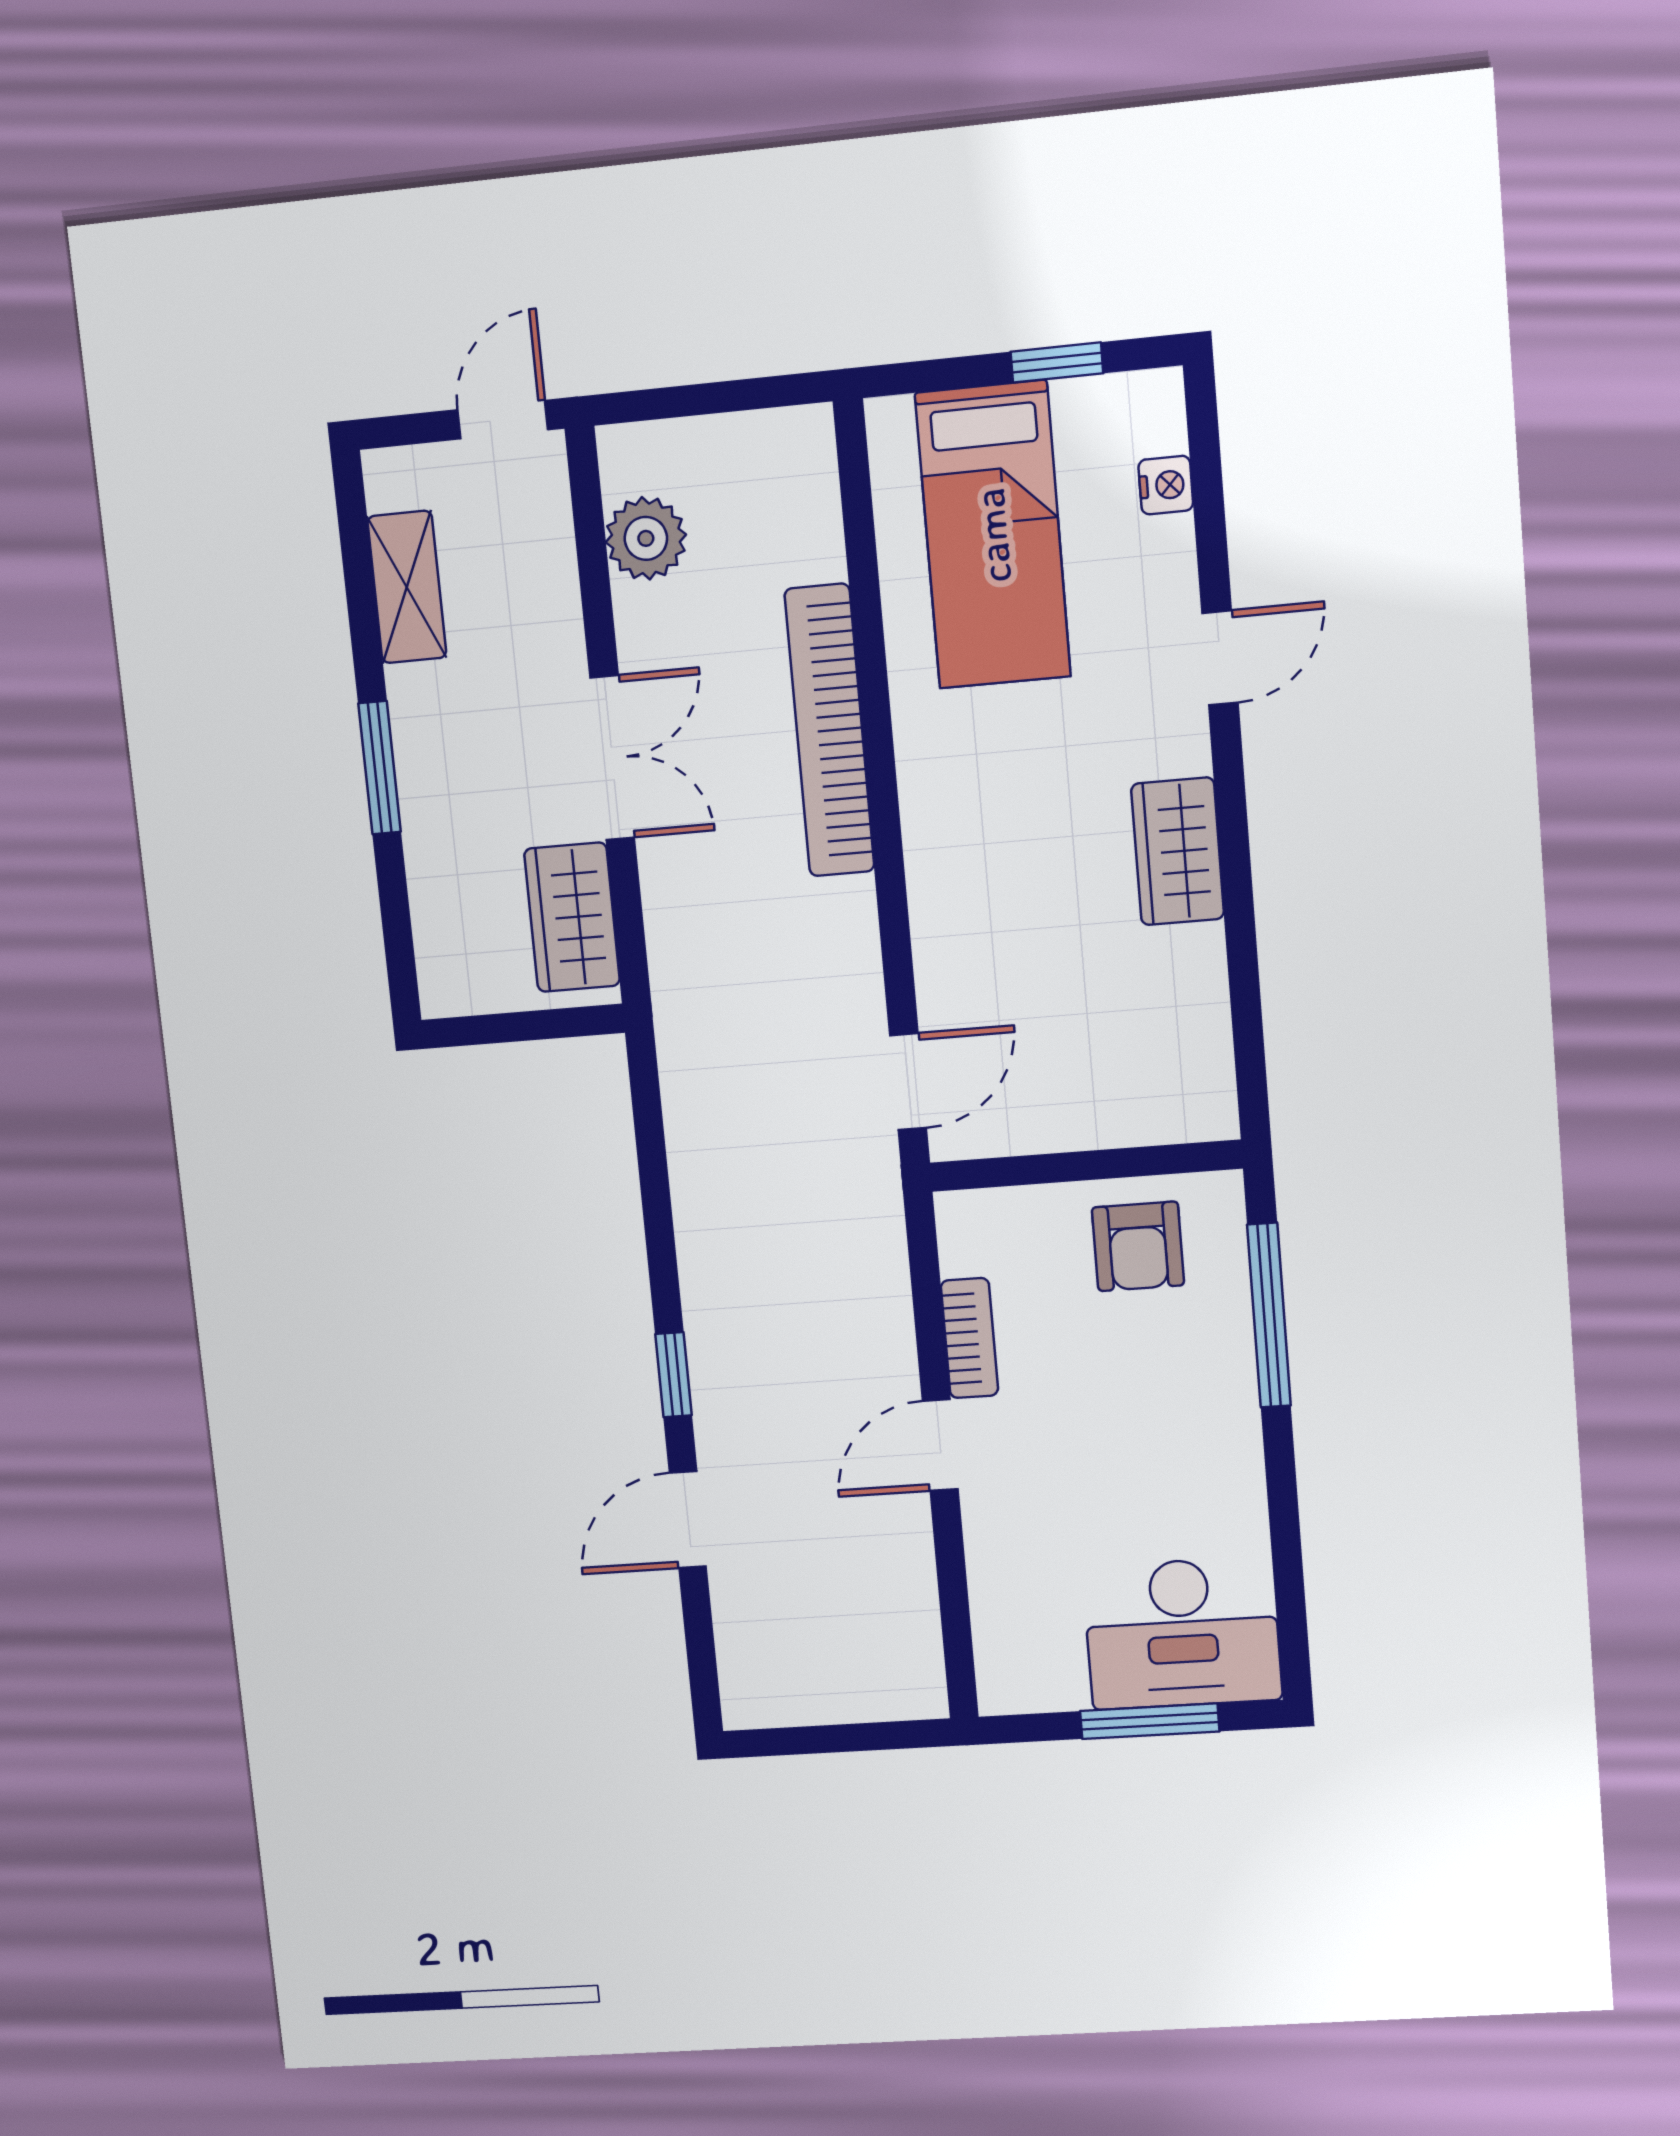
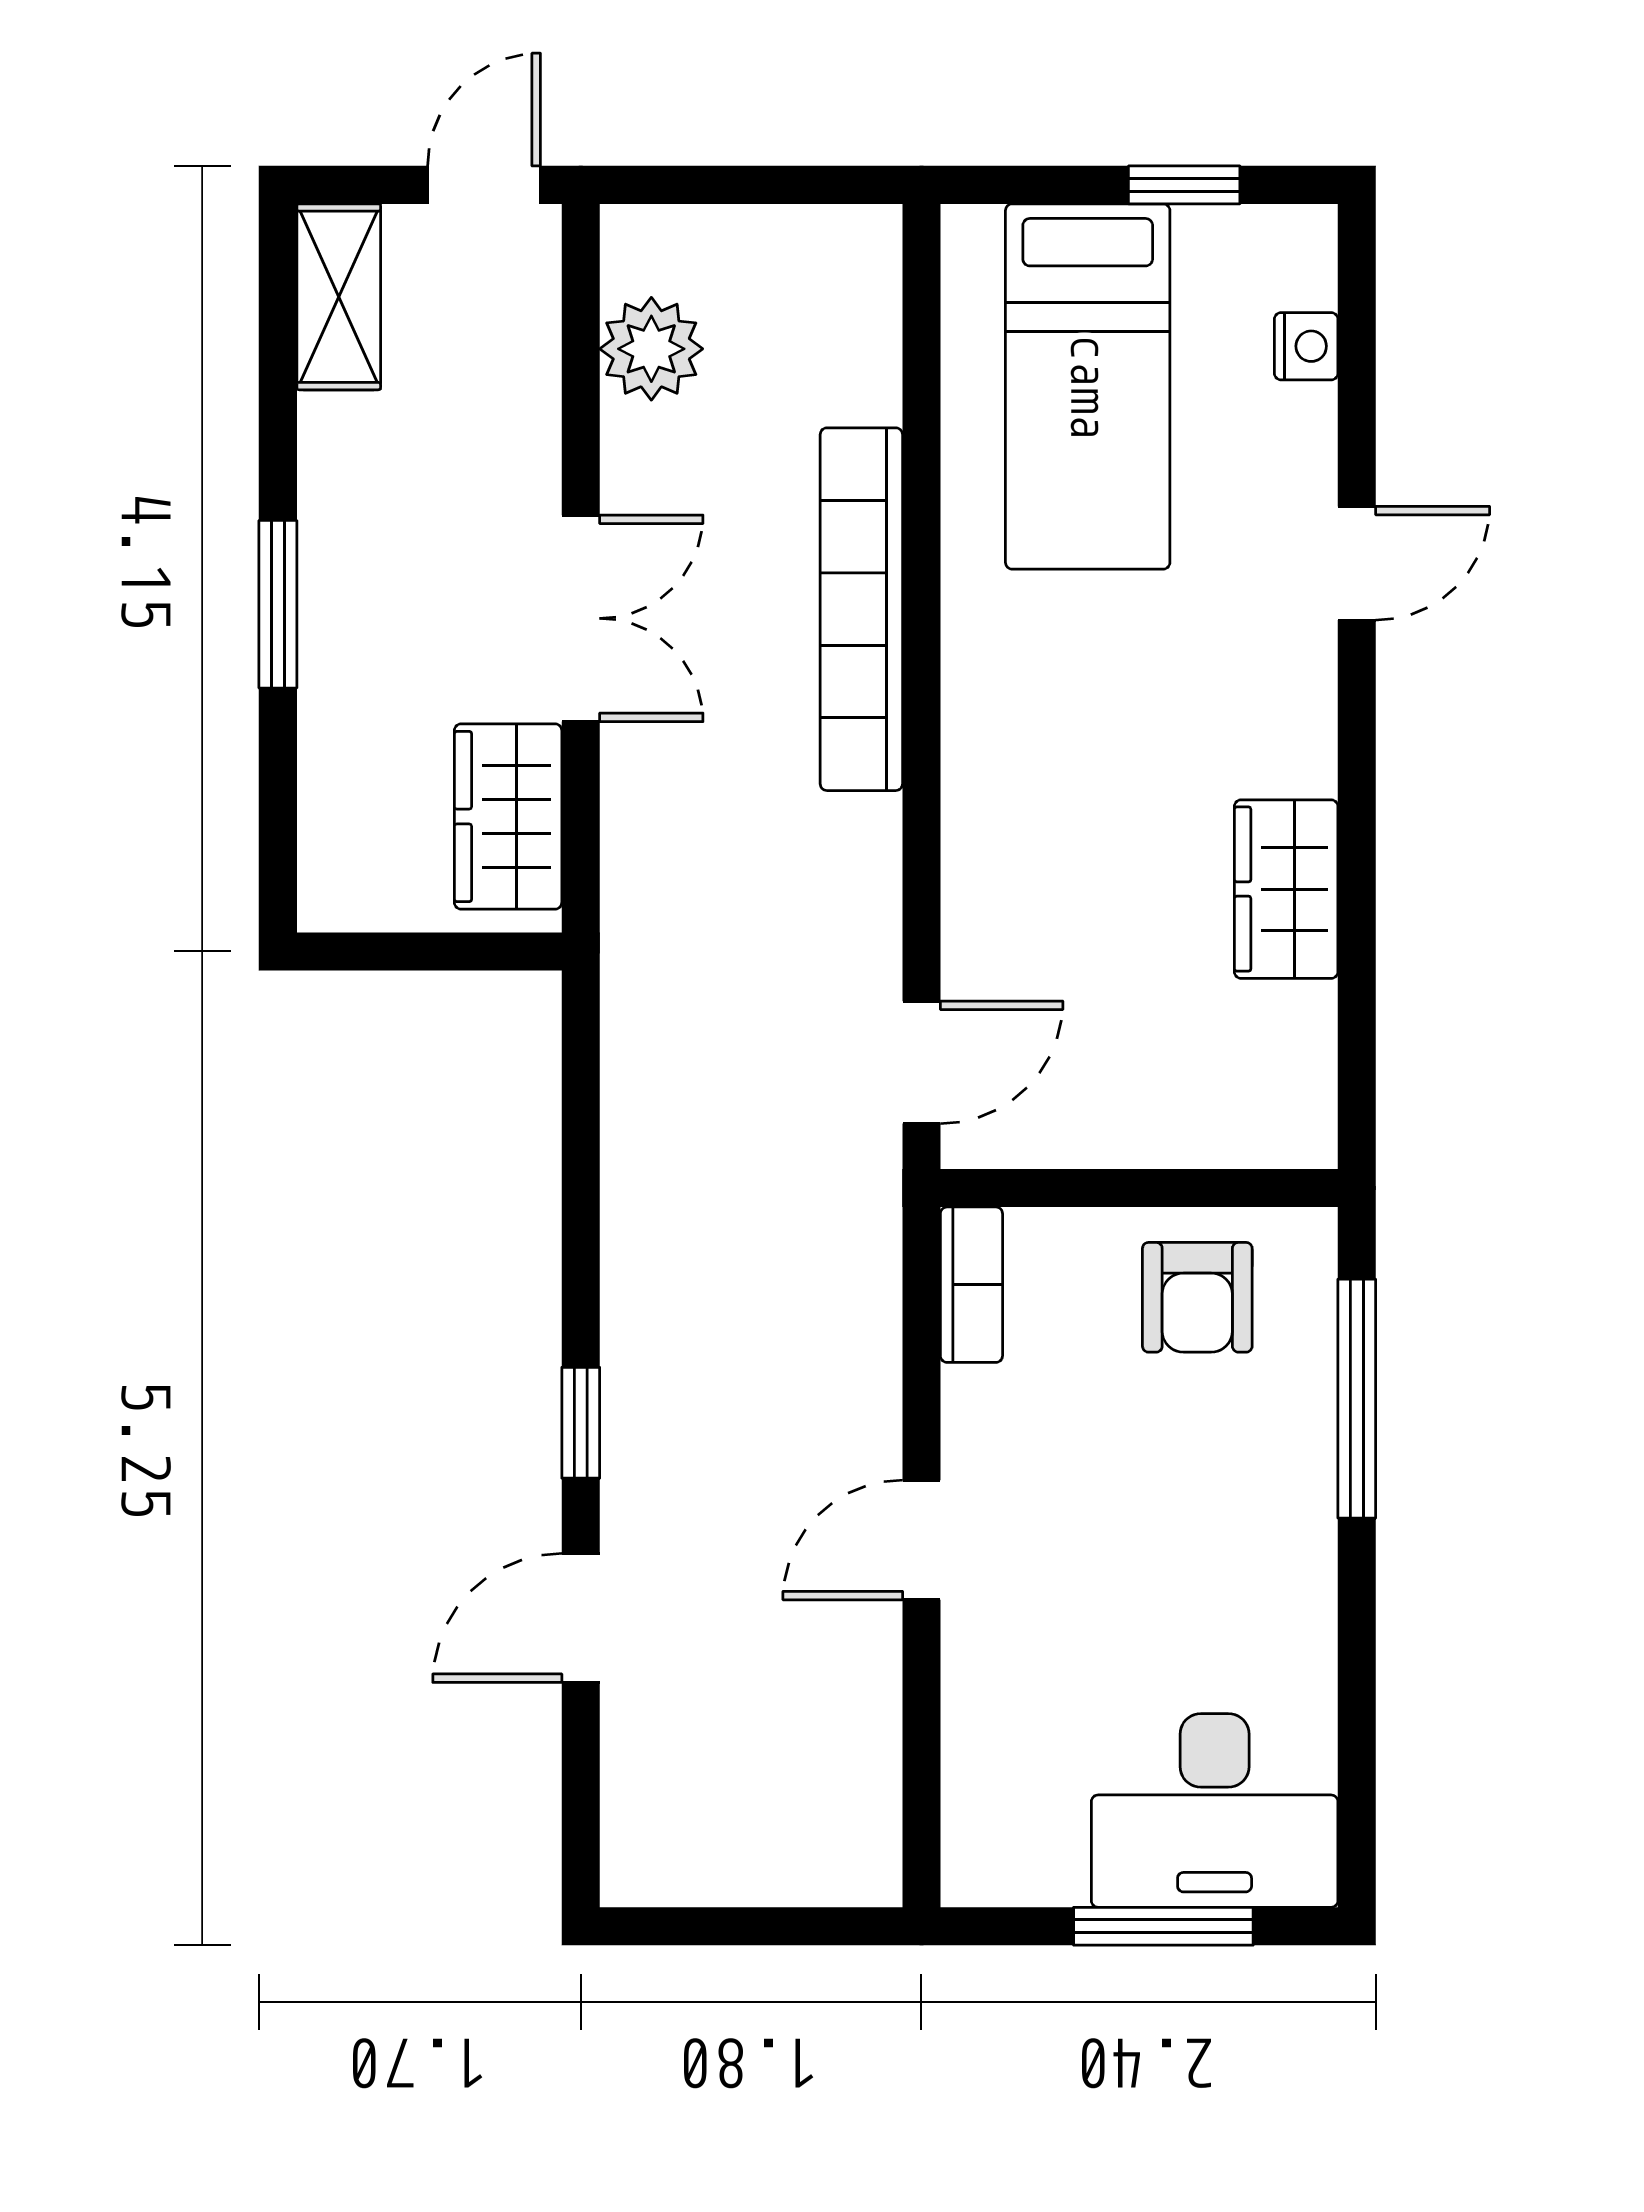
shelving: (407, 587) -> (339, 297), moved
wardrobe: (1178, 851) -> (1286, 889), moved
bookcase: (969, 1338) -> (971, 1285), moved

